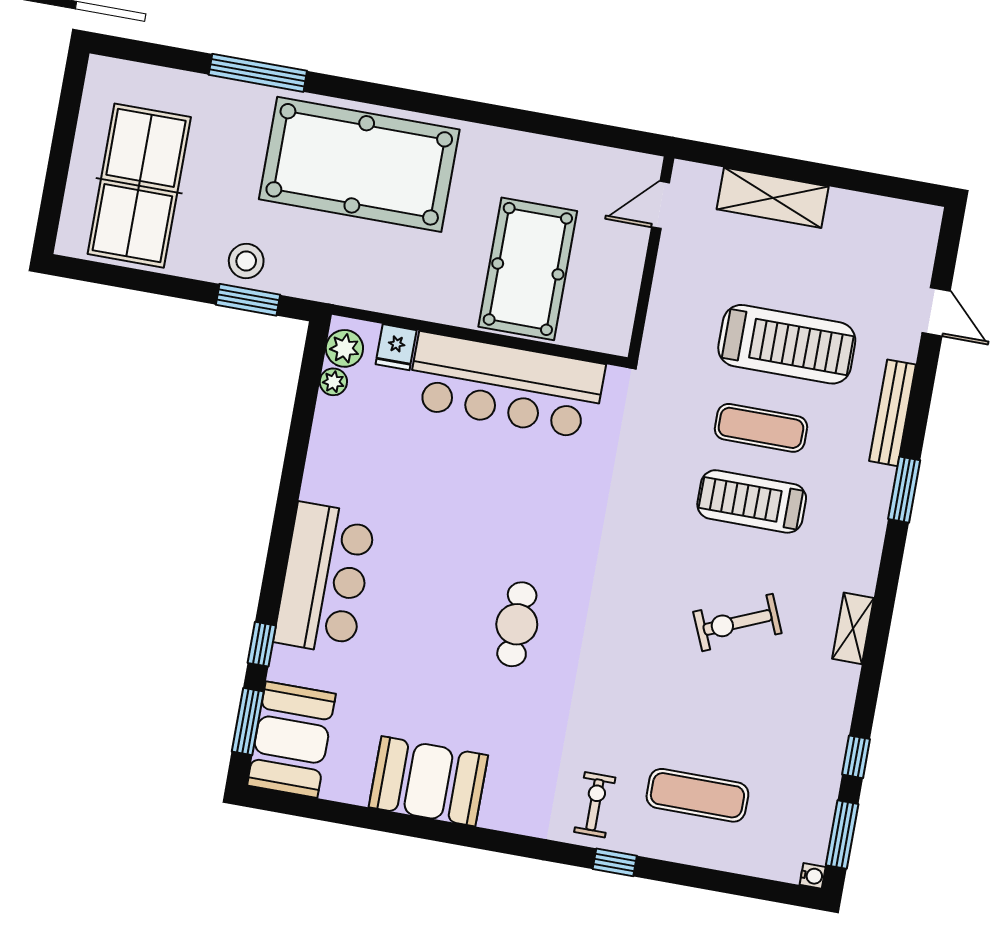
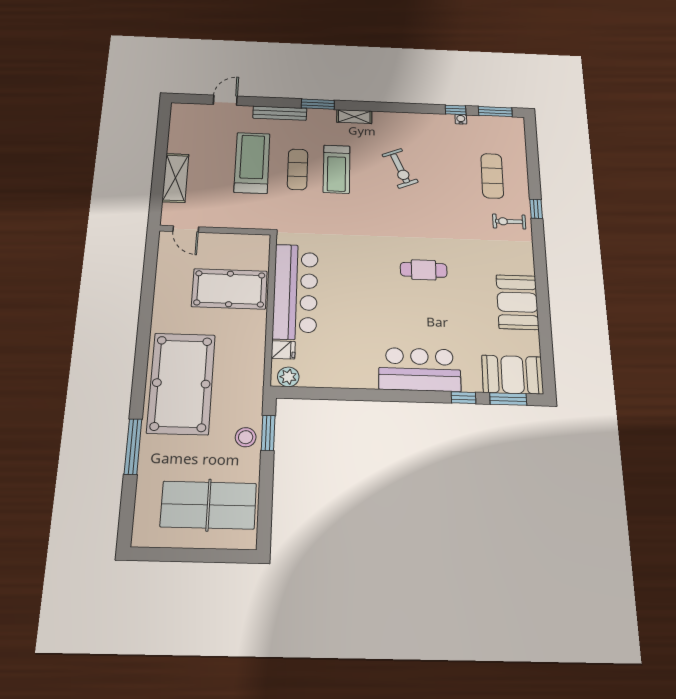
plant: (333, 382) -> (308, 380), removed
shelving: (853, 628) -> (354, 117), moved
water cooler: (813, 876) -> (461, 119), moved

